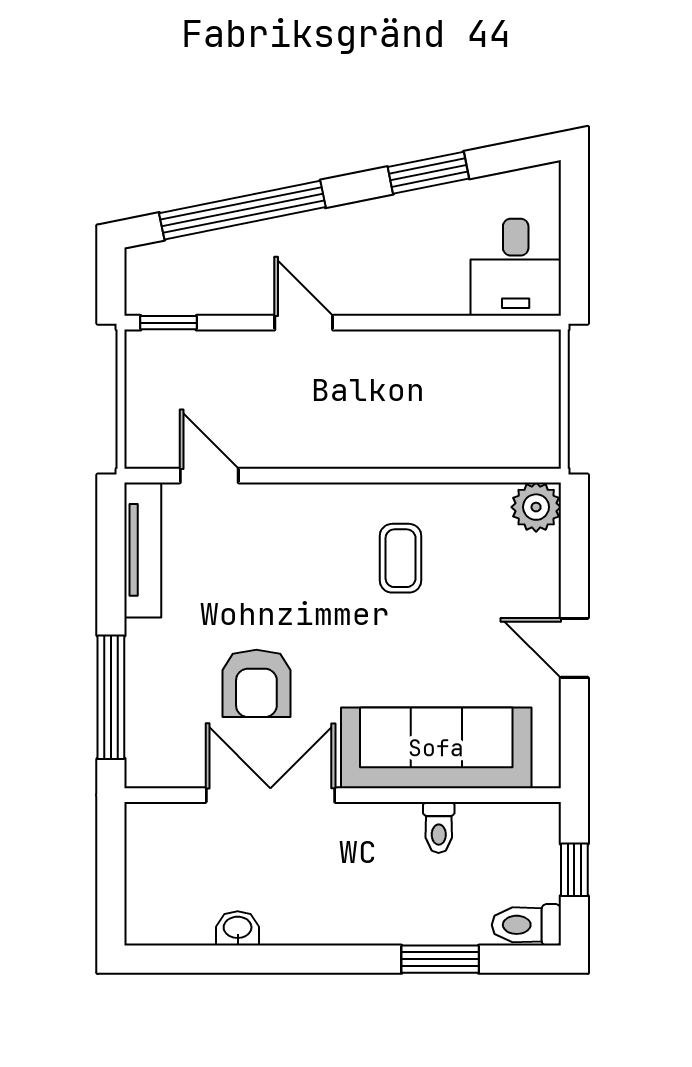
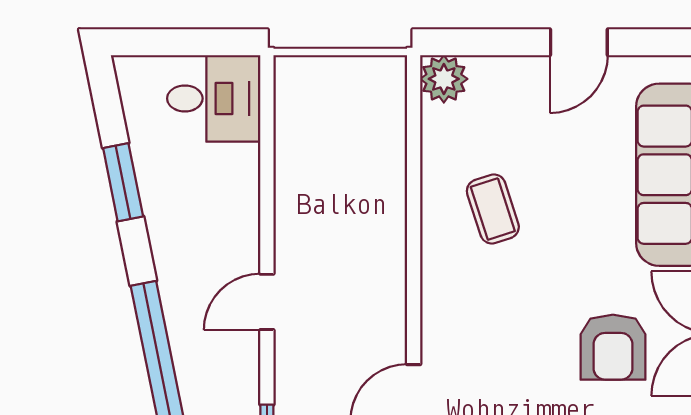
coffee table: (401, 558) -> (493, 209), turned 72
armchair: (256, 683) -> (613, 347), turned 90

